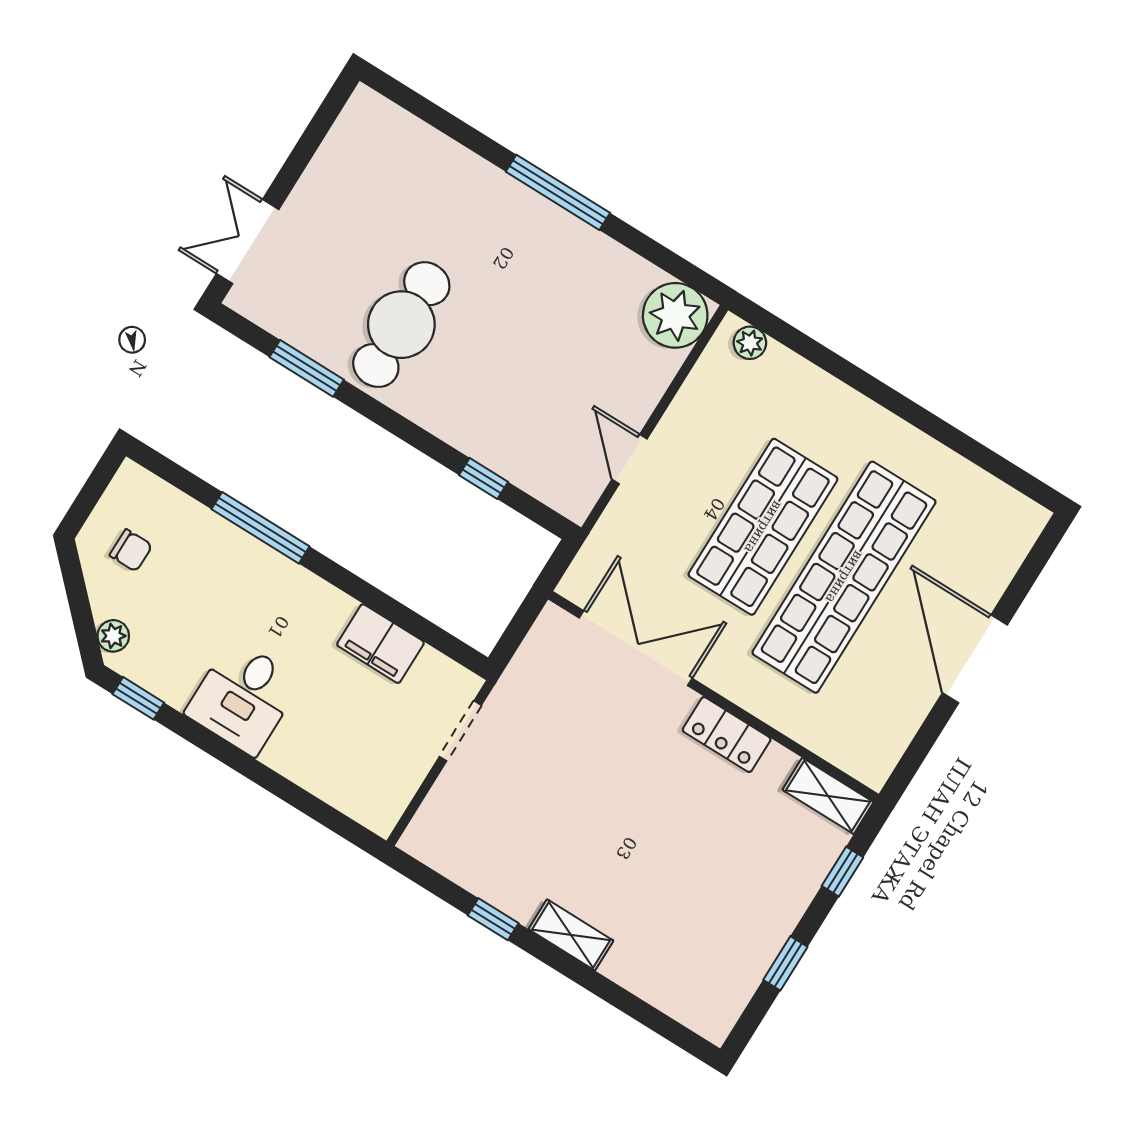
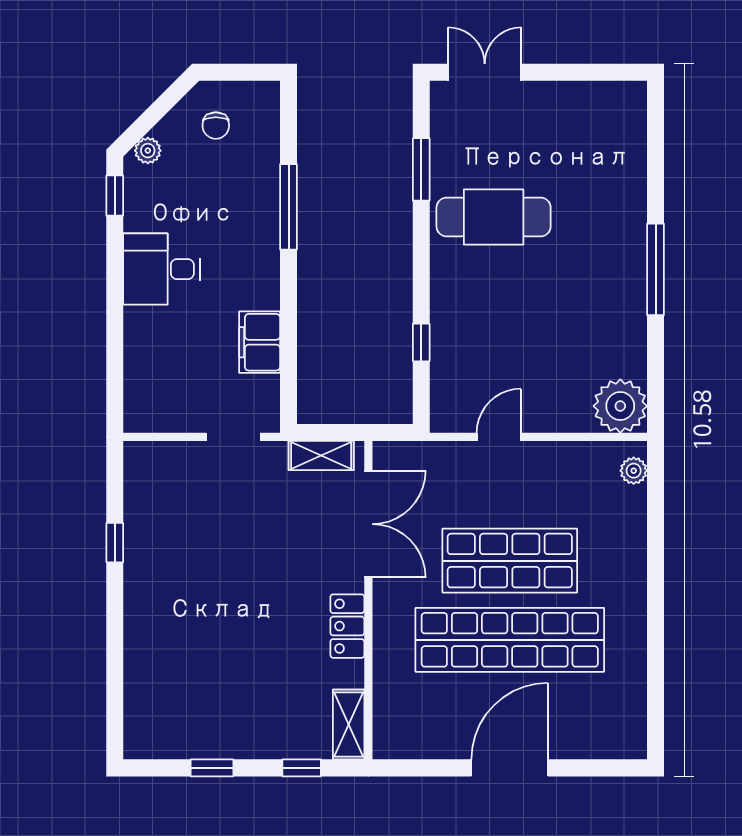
shelving: (571, 935) -> (321, 456), moved, turned 90

